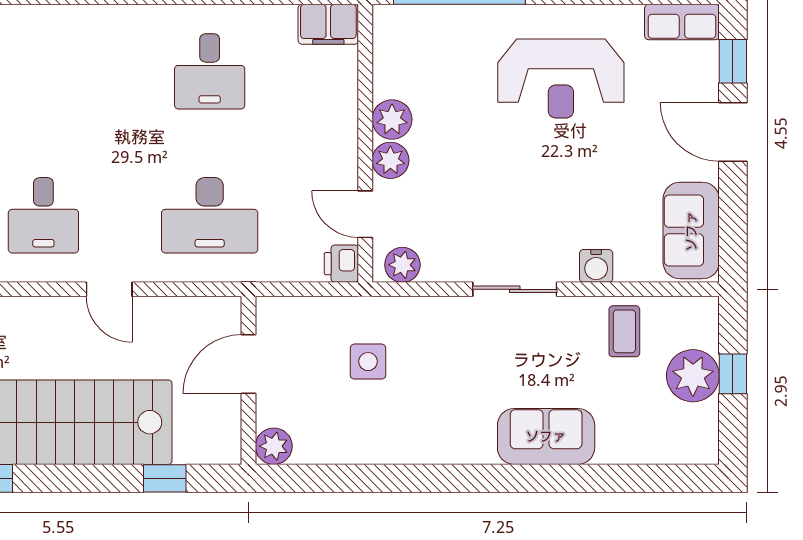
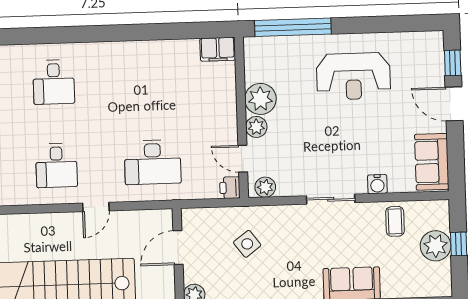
row of seats: (682, 22) -> (422, 41), removed
desk: (210, 71) -> (54, 82), moved
plant: (392, 119) -> (260, 99), width x1.36, depth x1.36
door: (109, 289) -> (96, 207), hinge flipped
side table: (368, 362) -> (247, 244), turned -37

